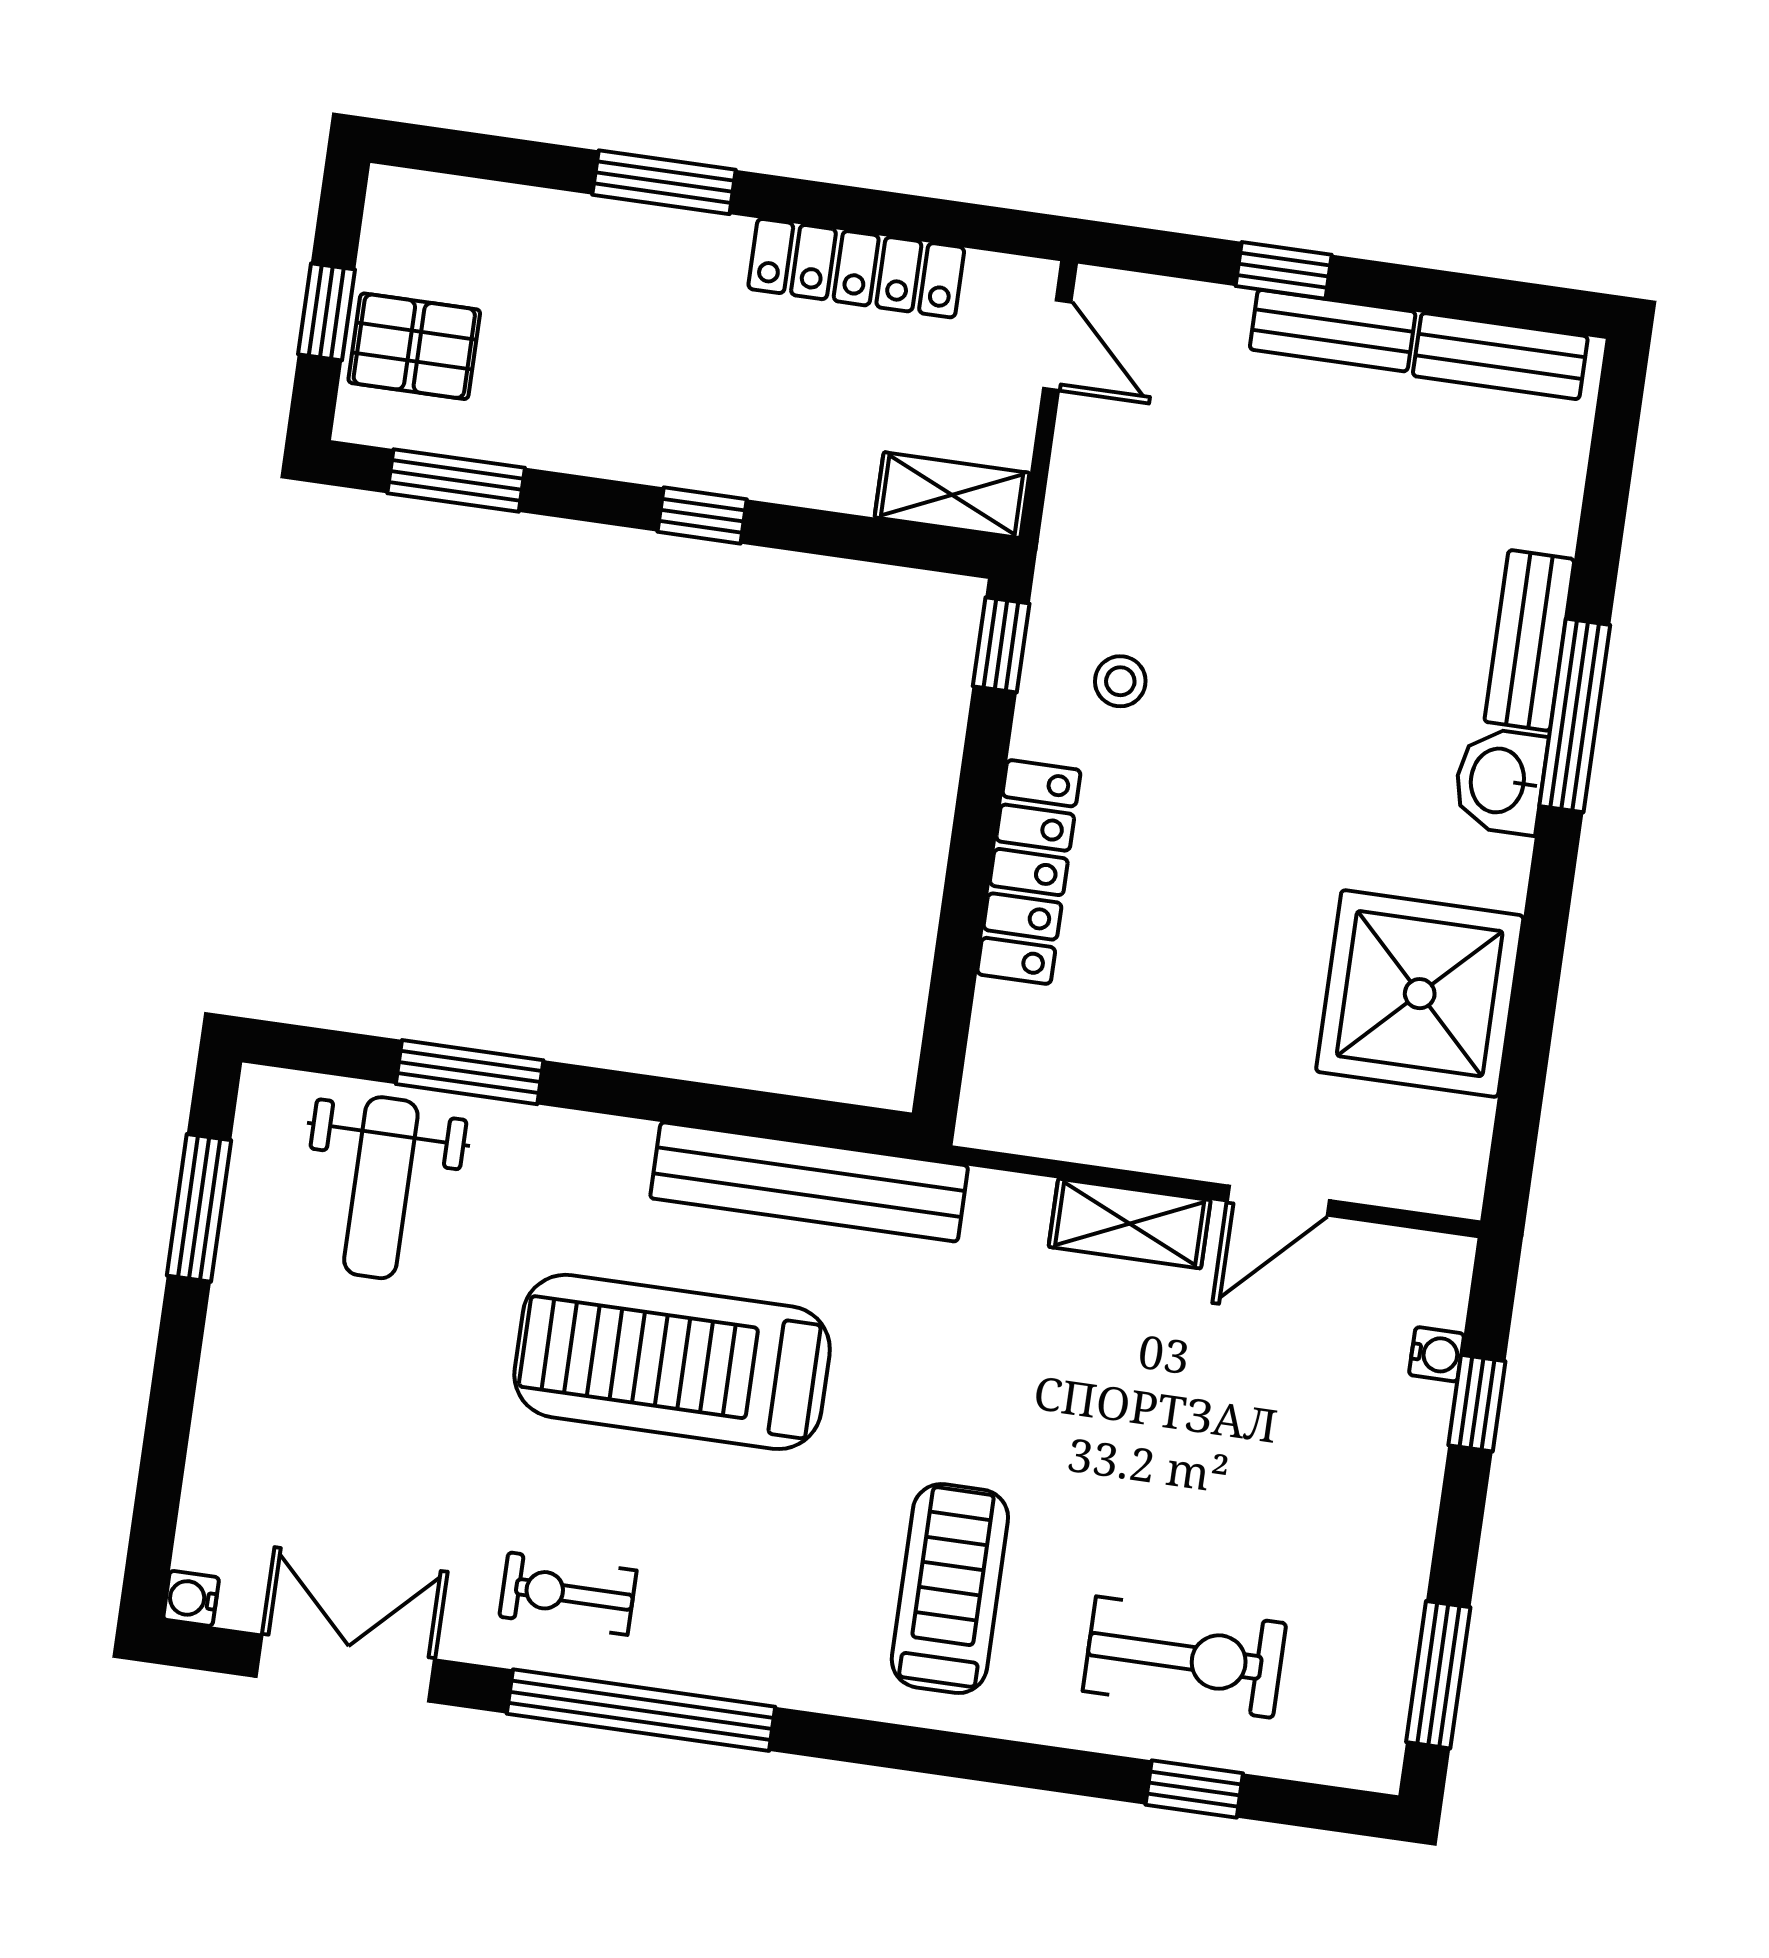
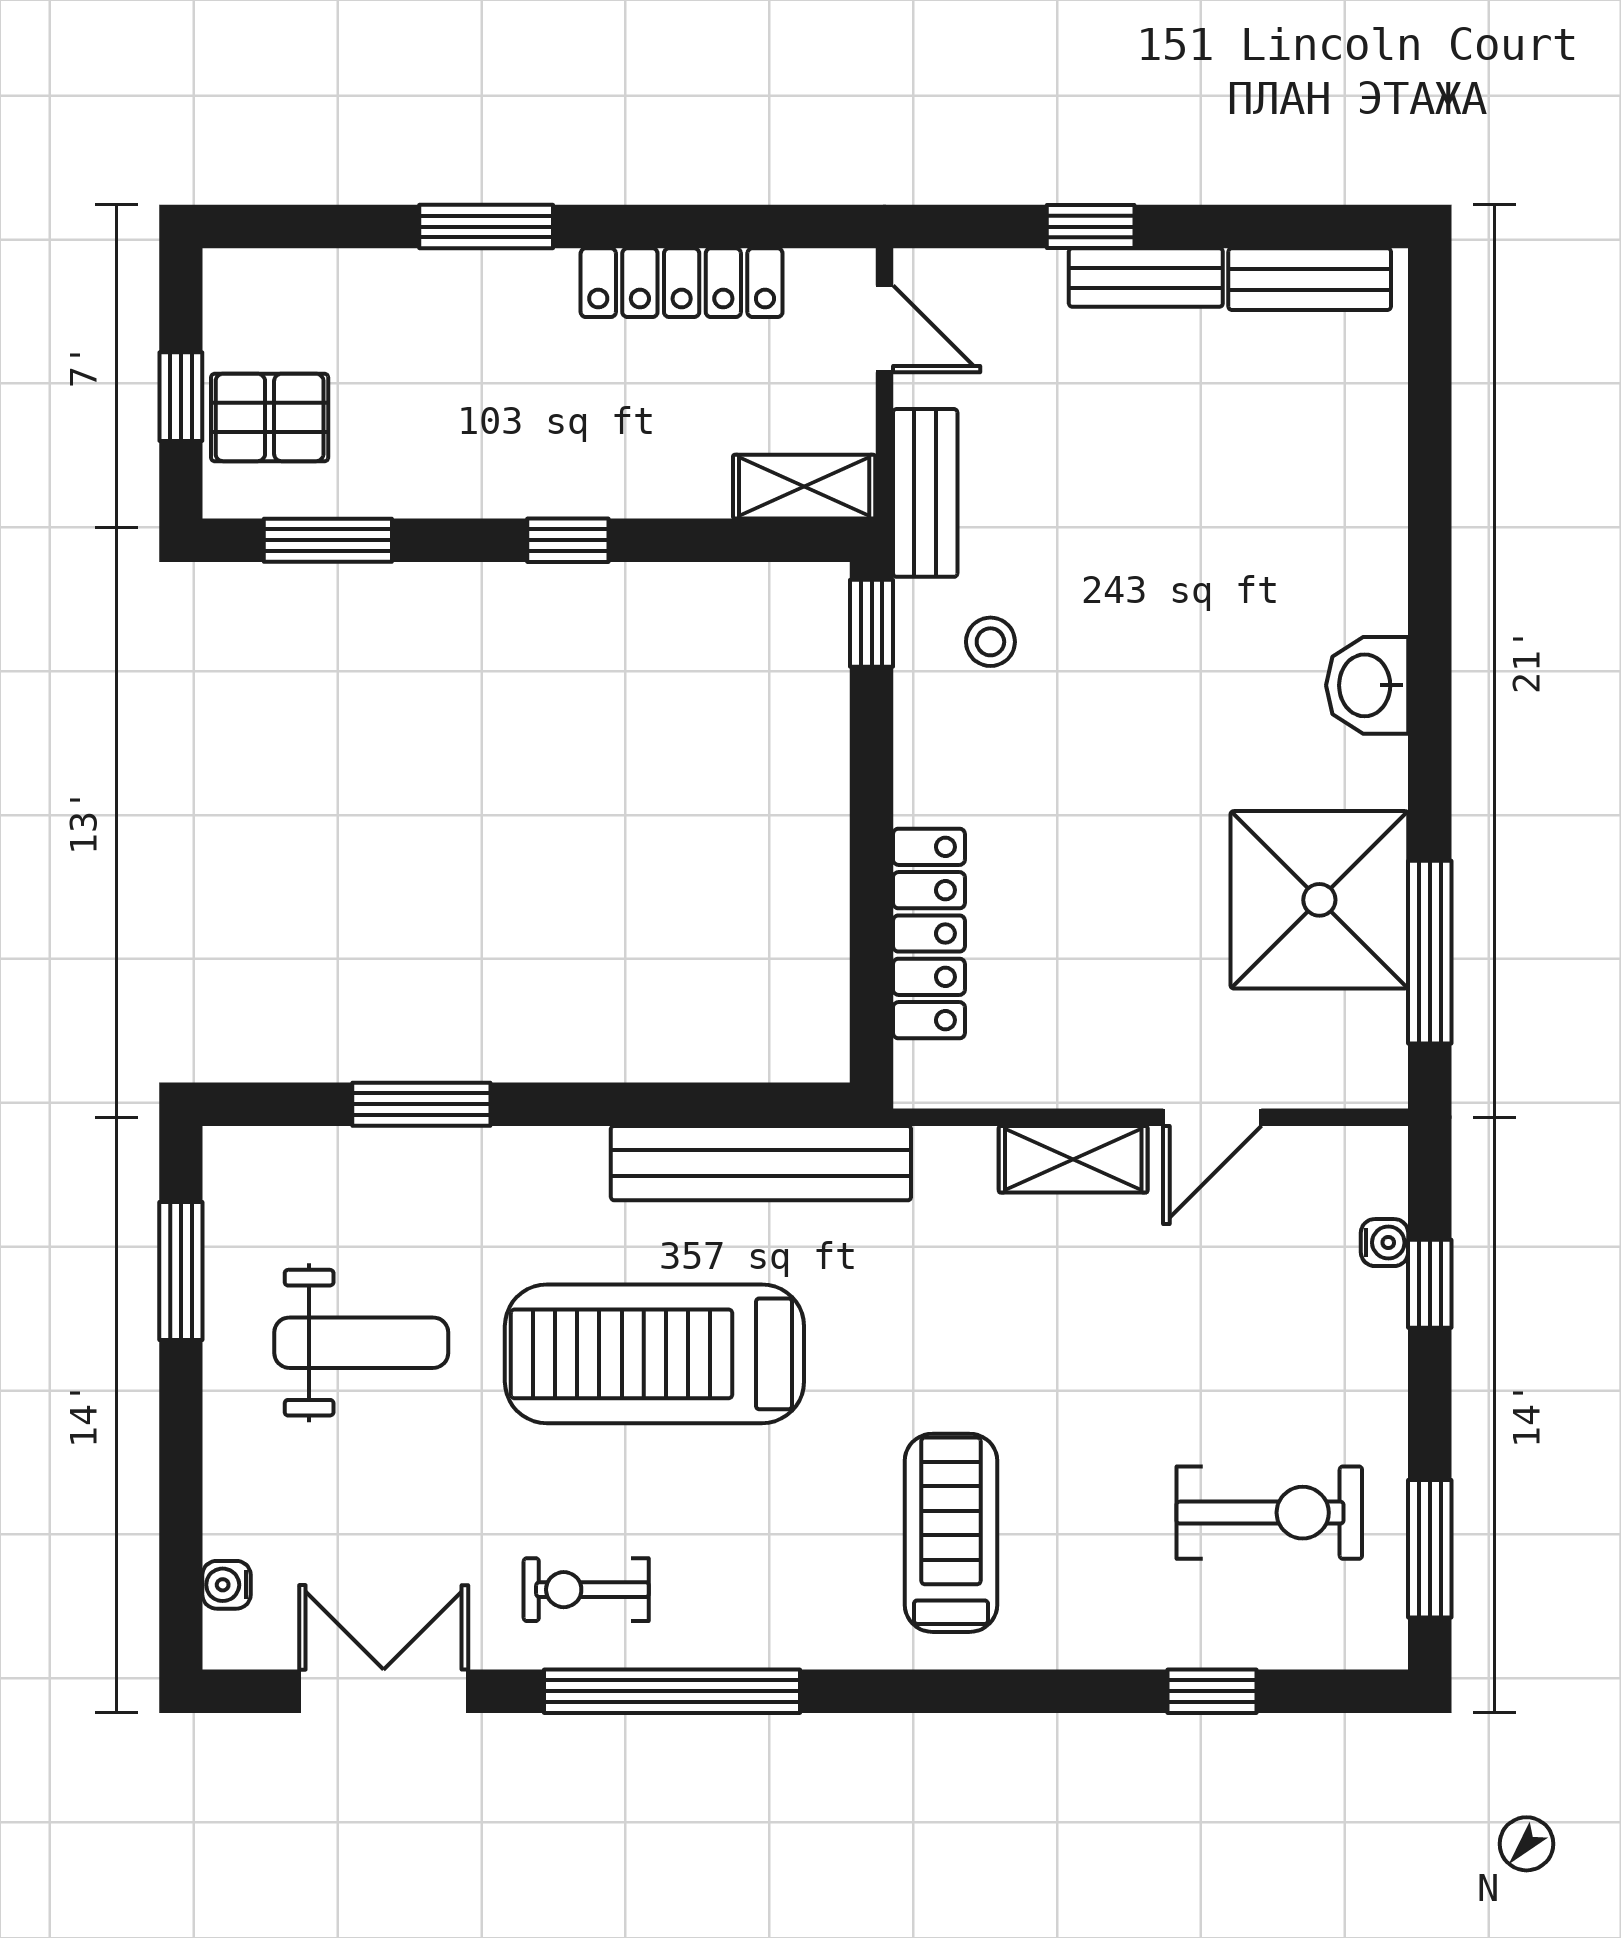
bench: (1529, 640) -> (925, 493), moved
window: (1575, 715) -> (1430, 952), moved
locker: (1029, 872) -> (929, 933), moved
weight bench: (381, 1188) -> (361, 1343), moved, turned -90
water cooler: (191, 1598) -> (227, 1585), moved
exercise bike: (1184, 1657) -> (1269, 1513), moved

